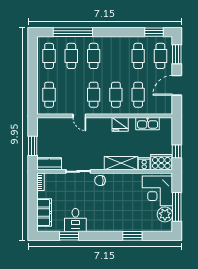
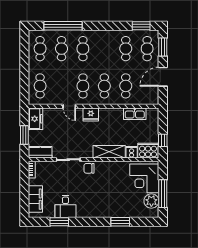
fridge: (120, 124) -> (91, 114), moved
freezer: (44, 129) -> (36, 119), added

